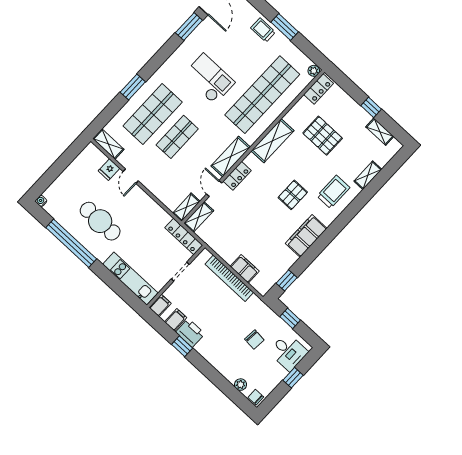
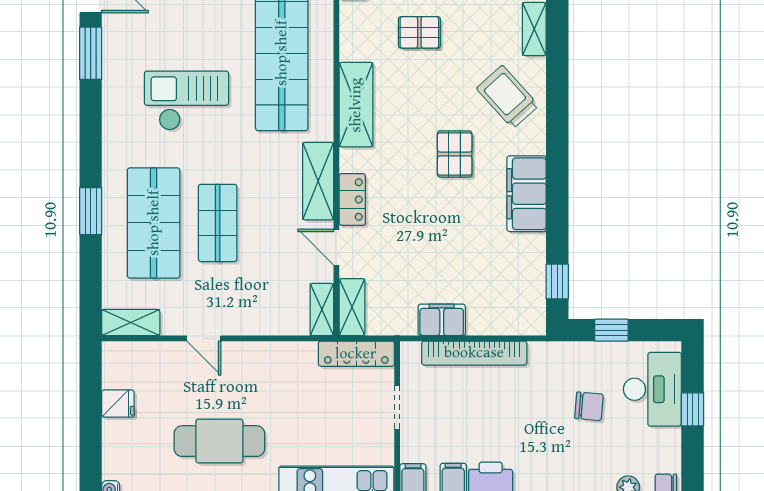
pallet: (323, 136) -> (419, 32), width x0.67, depth x0.71
fridge: (109, 170) -> (118, 404), moved, turned -90
trolley: (333, 192) -> (508, 97), turned -42
filing cabinet: (245, 269) -> (442, 320), moved
desk: (288, 352) -> (652, 389), width x1.37

